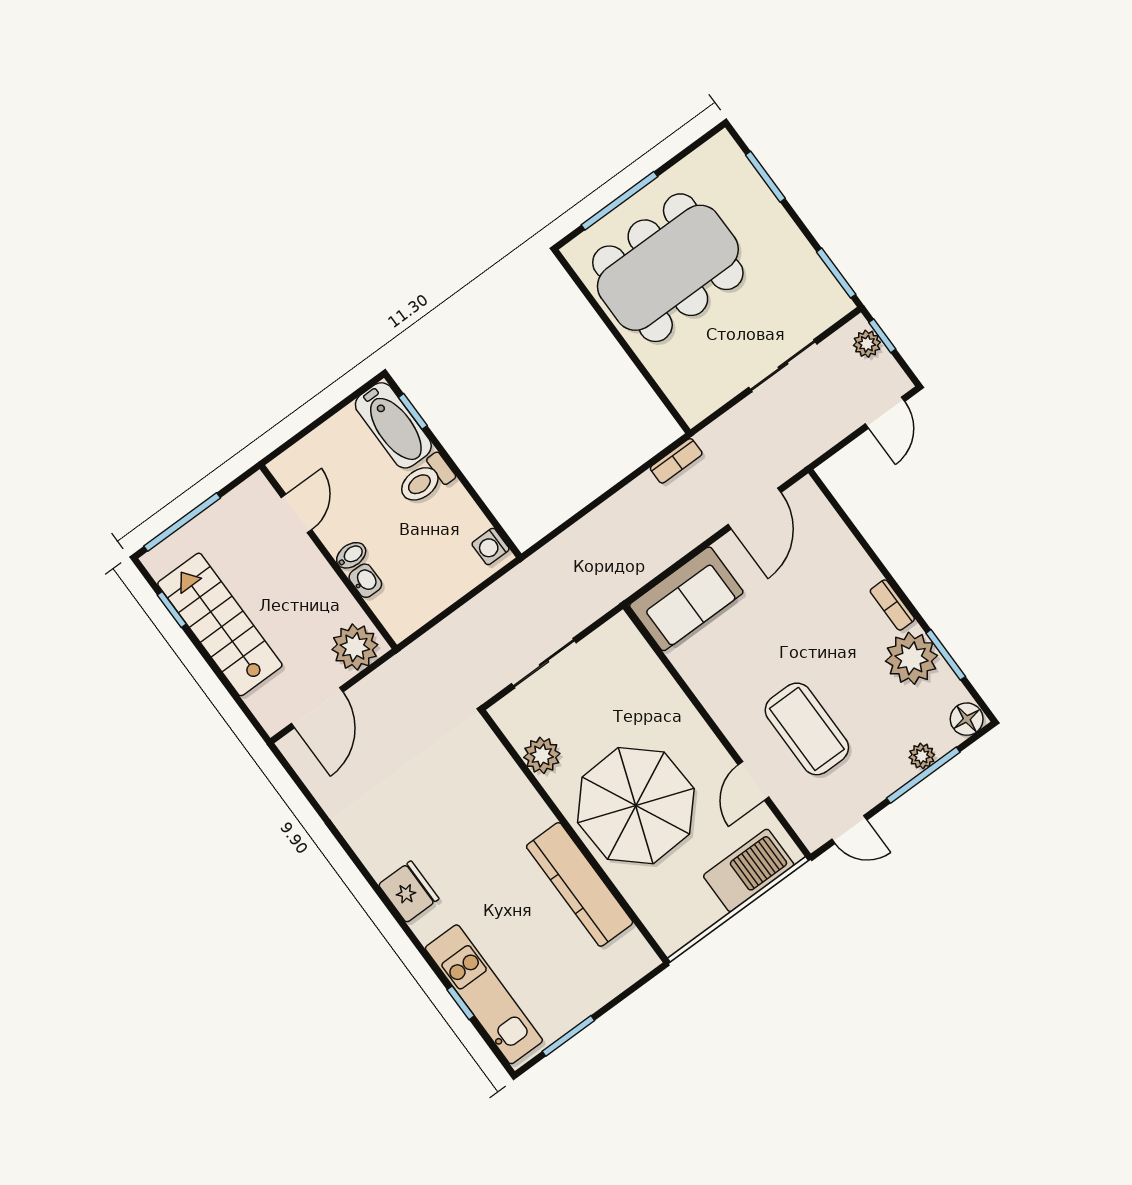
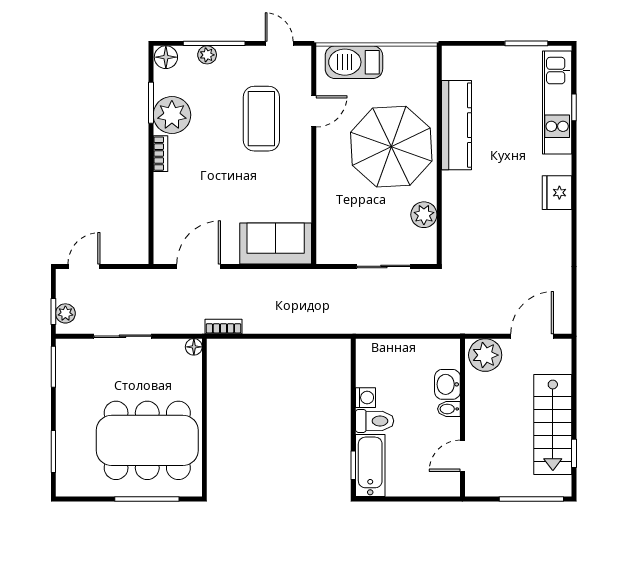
floor lamp: (693, 413) -> (194, 347), added
washing machine: (490, 546) -> (366, 398), moved
washbasin: (365, 581) -> (447, 384), width x1.38, depth x1.45

